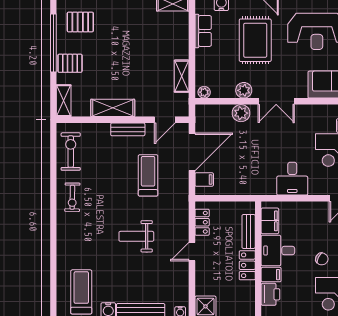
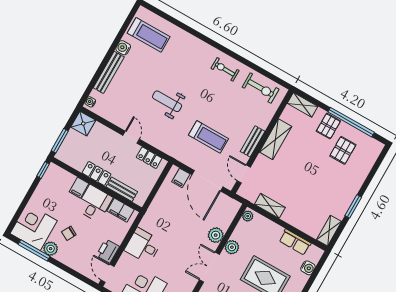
pallet: (80, 22) -> (343, 150), moved
weight bench: (136, 236) -> (167, 101), turned -90
printer: (270, 294) -> (108, 251), moved, turned 90

